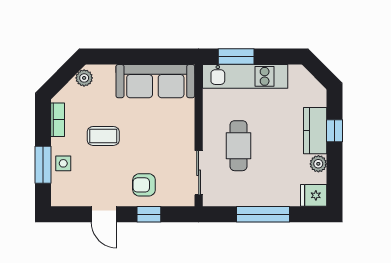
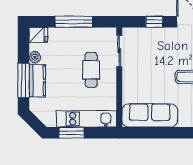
window: (236, 57) -> (72, 133), moved
window: (335, 131) -> (23, 80), width x2.17
armchair: (144, 185) -> (158, 42), removed

